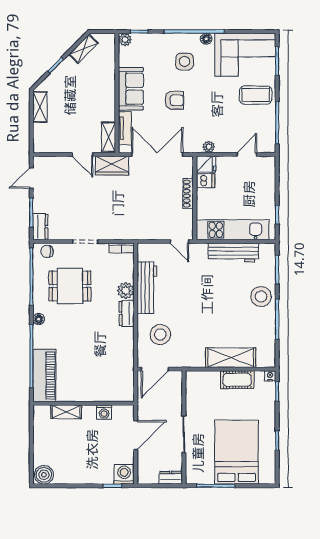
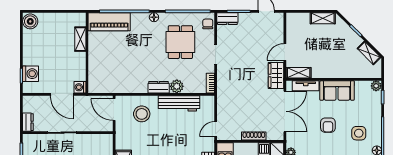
washing machine: (104, 412) -> (80, 87), moved
washing machine: (124, 474) -> (31, 74), moved

